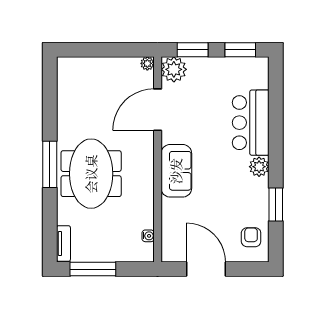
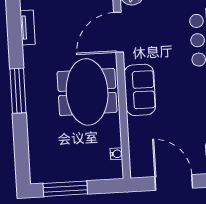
meeting table: (91, 174) -> (87, 92), moved
tv unit: (63, 244) -> (28, 27), moved

